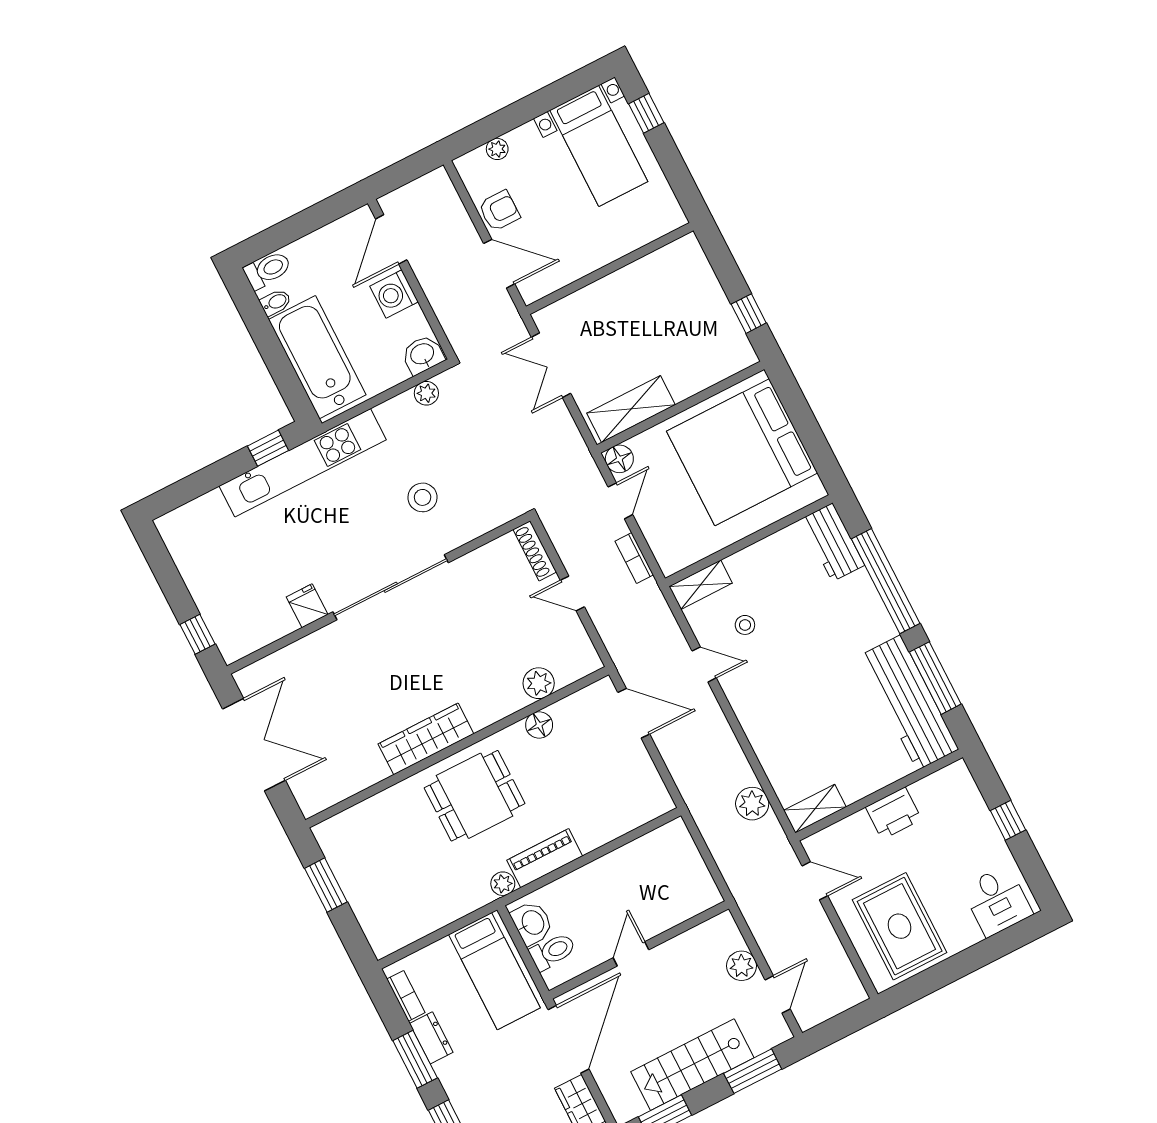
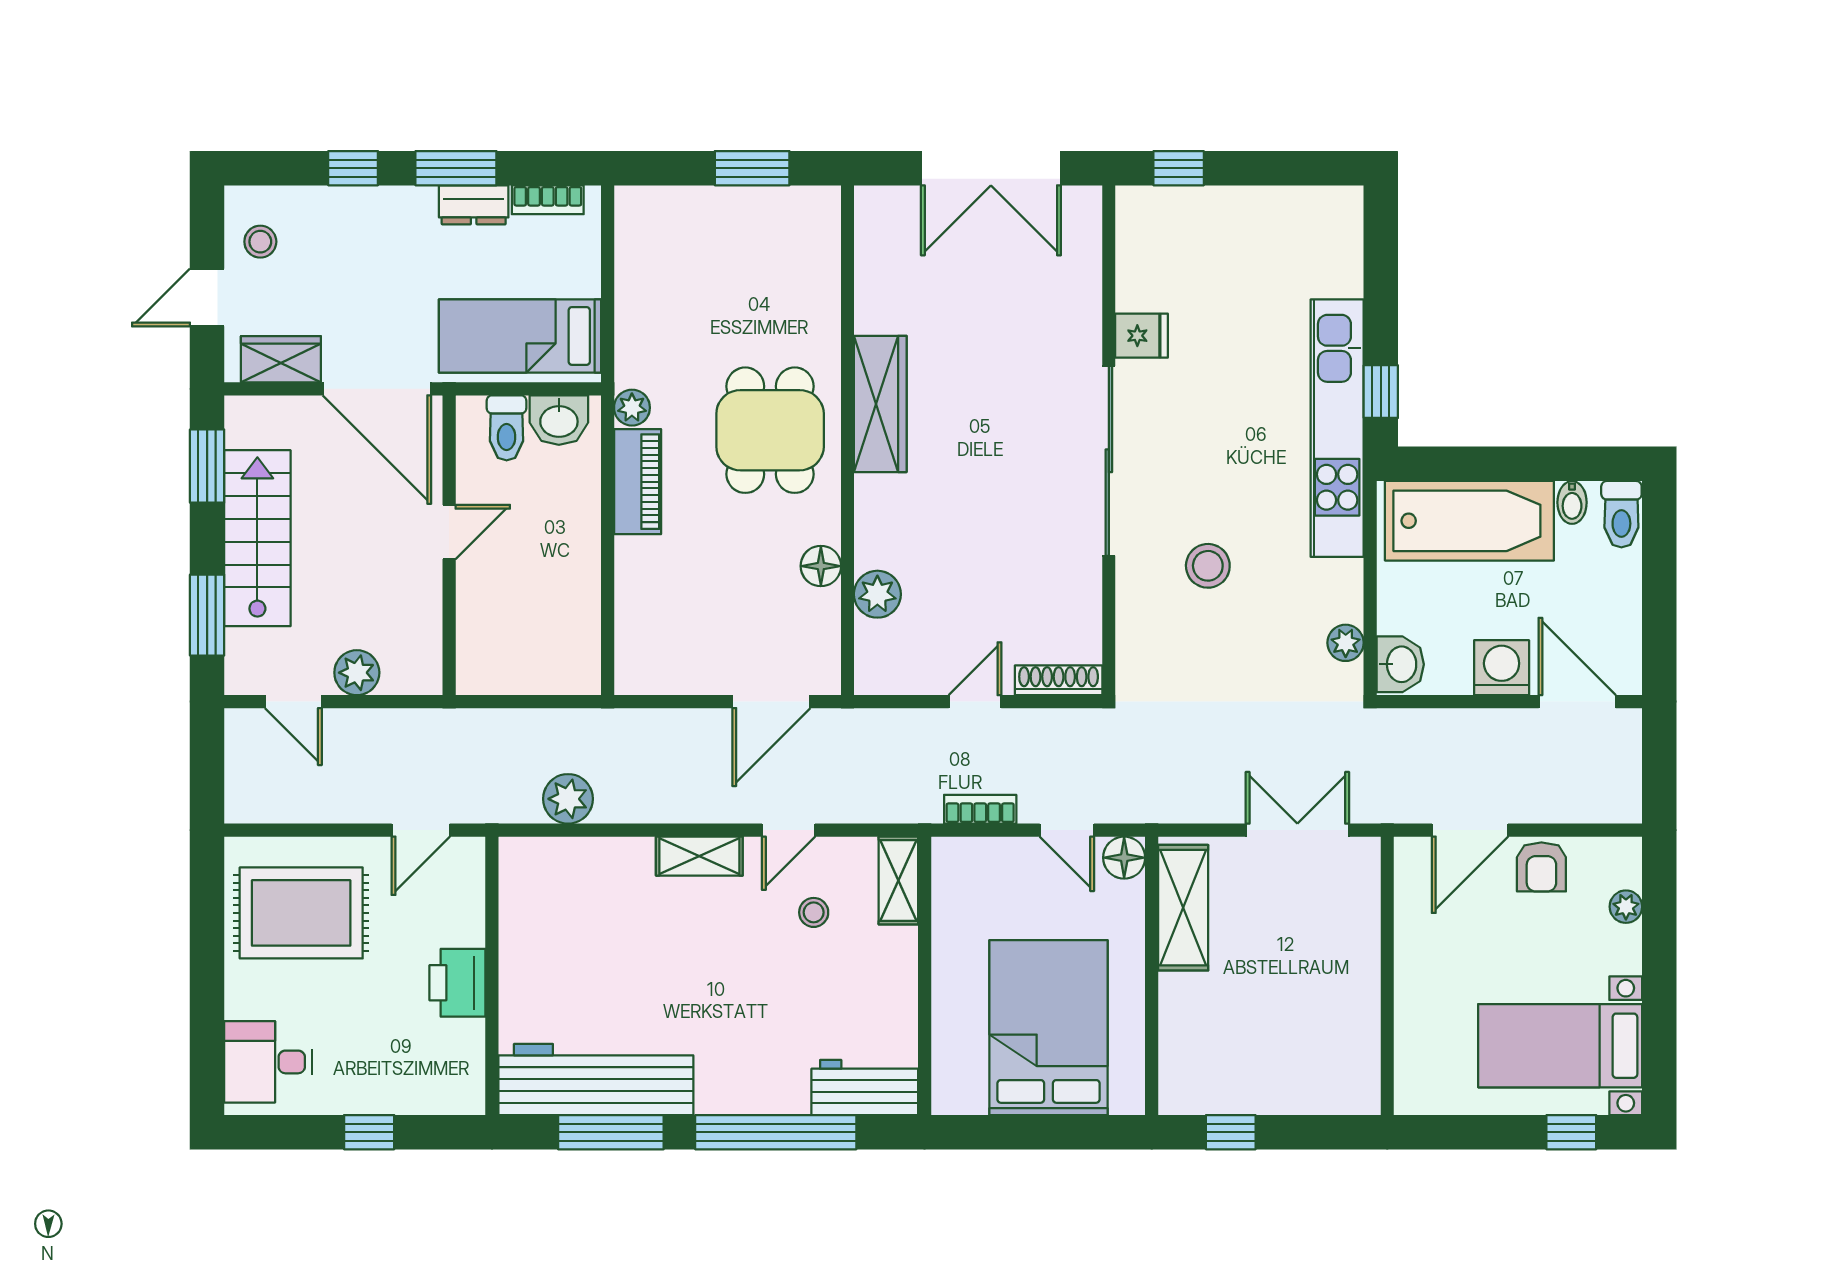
bed: (742, 452) -> (1048, 1028), width x0.73
shelving: (815, 809) -> (699, 856), moved, turned 90
door: (631, 954) -> (449, 532), hinge flipped

